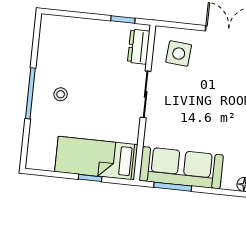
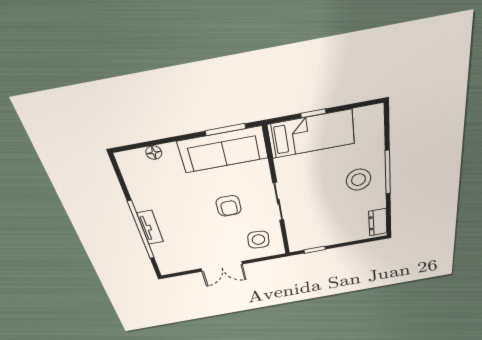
dresser: (139, 47) -> (378, 222), moved, turned 180
stool: (61, 94) -> (359, 180), width x1.89, depth x1.89
armchair: (196, 105) -> (229, 206), added

